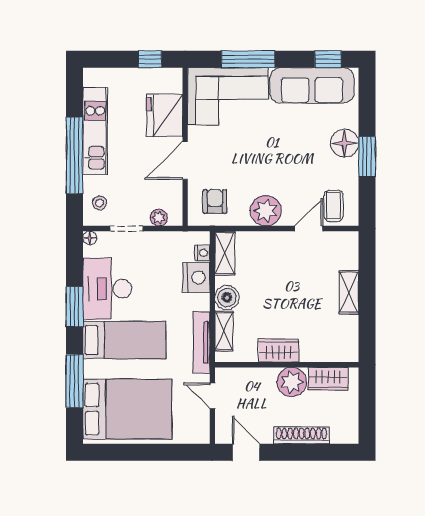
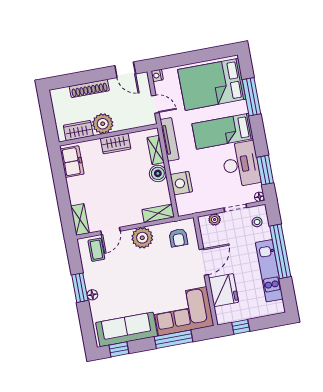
floor lamp: (345, 143) -> (92, 295), width x0.53, depth x0.53
nightstand: (202, 253) -> (157, 75), moved
shelving: (225, 253) -> (158, 213), moved, turned 90
shelving: (349, 292) -> (80, 220), moved
window: (74, 307) -> (265, 170), moved
freezer: (345, 337) -> (72, 162), added

